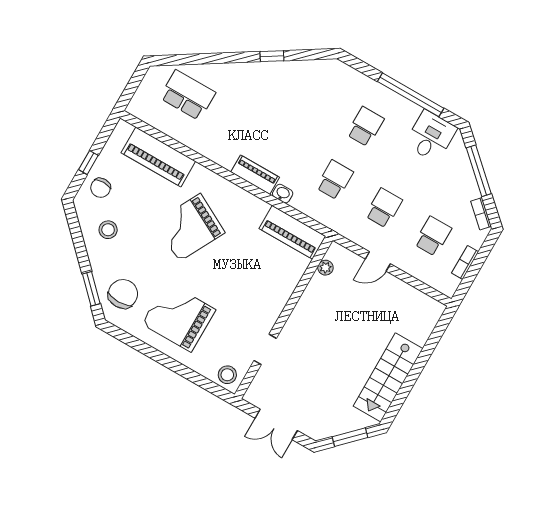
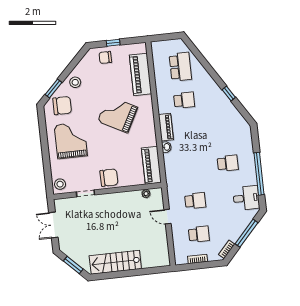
school desk: (335, 180) -> (184, 100), moved
stool: (108, 230) -> (75, 82), moved
chair: (267, 302) -> (109, 178), added

